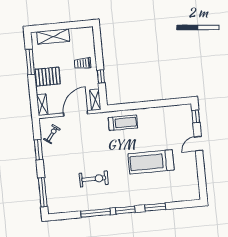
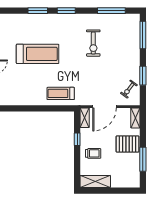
shelving: (53, 36) -> (95, 181), moved
exercise bike: (94, 179) -> (93, 43), turned -90
window: (96, 213) -> (111, 11), moved

